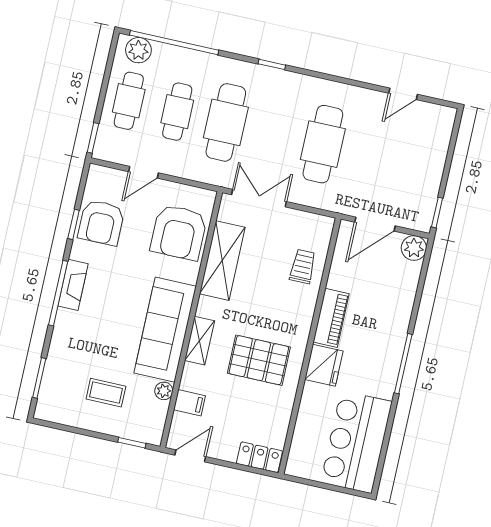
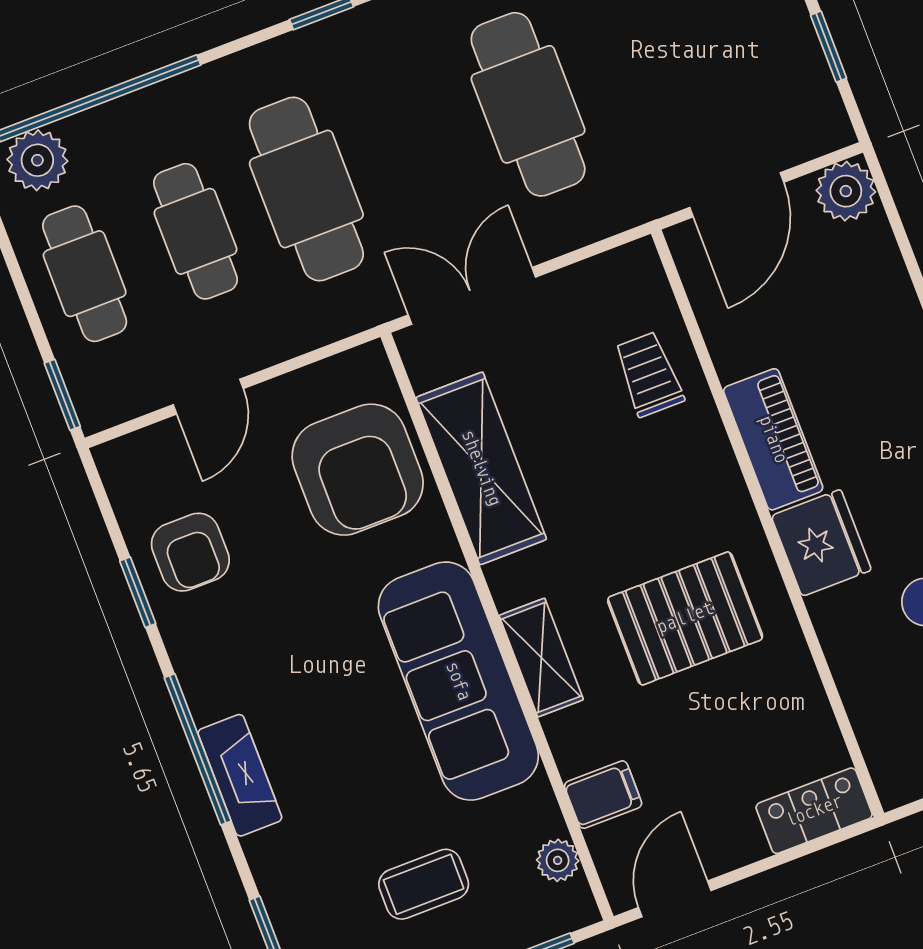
window: (437, 213) -> (829, 47), moved
armchair: (101, 223) -> (190, 552), width x0.72, depth x0.72
fireplace: (73, 285) -> (240, 775), moved
plant: (164, 391) -> (558, 860), moved

